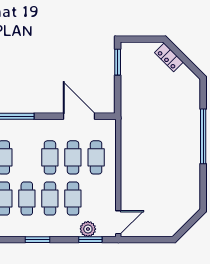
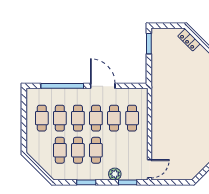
door: (79, 116) -> (103, 86), moved
cafe table: (73, 199) -> (78, 118), moved
plant: (88, 229) -> (115, 174), moved

